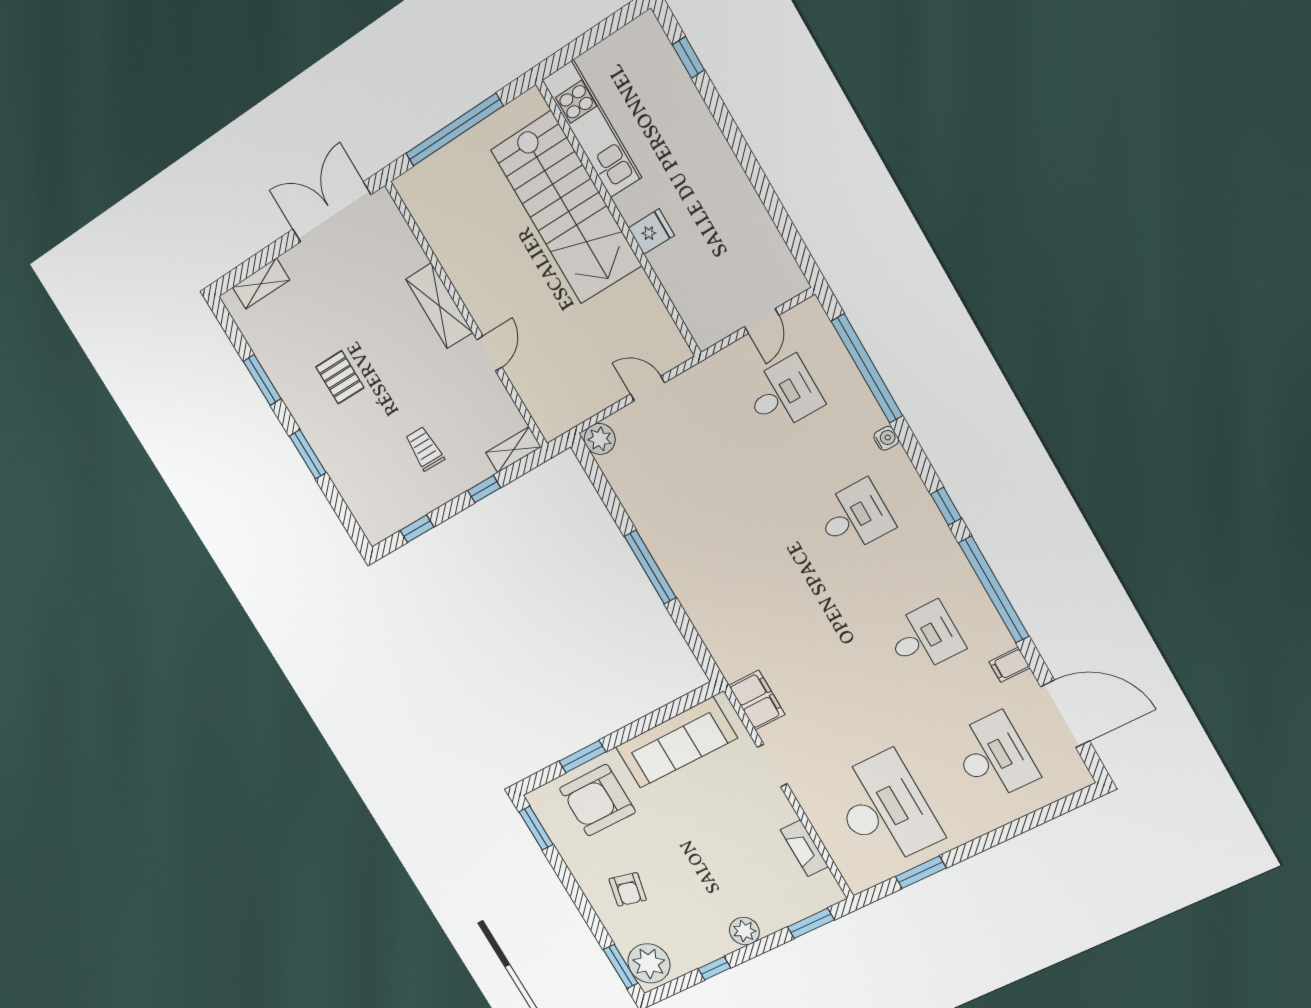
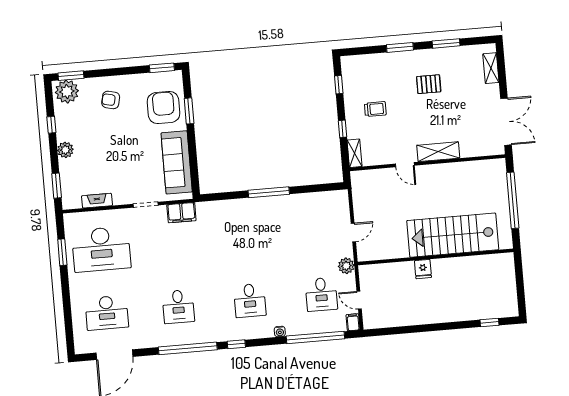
kitchen unit: (592, 129) -> (481, 264), removed
plant: (600, 439) -> (346, 266), moved
filing cabinet: (1010, 665) -> (353, 322), moved

